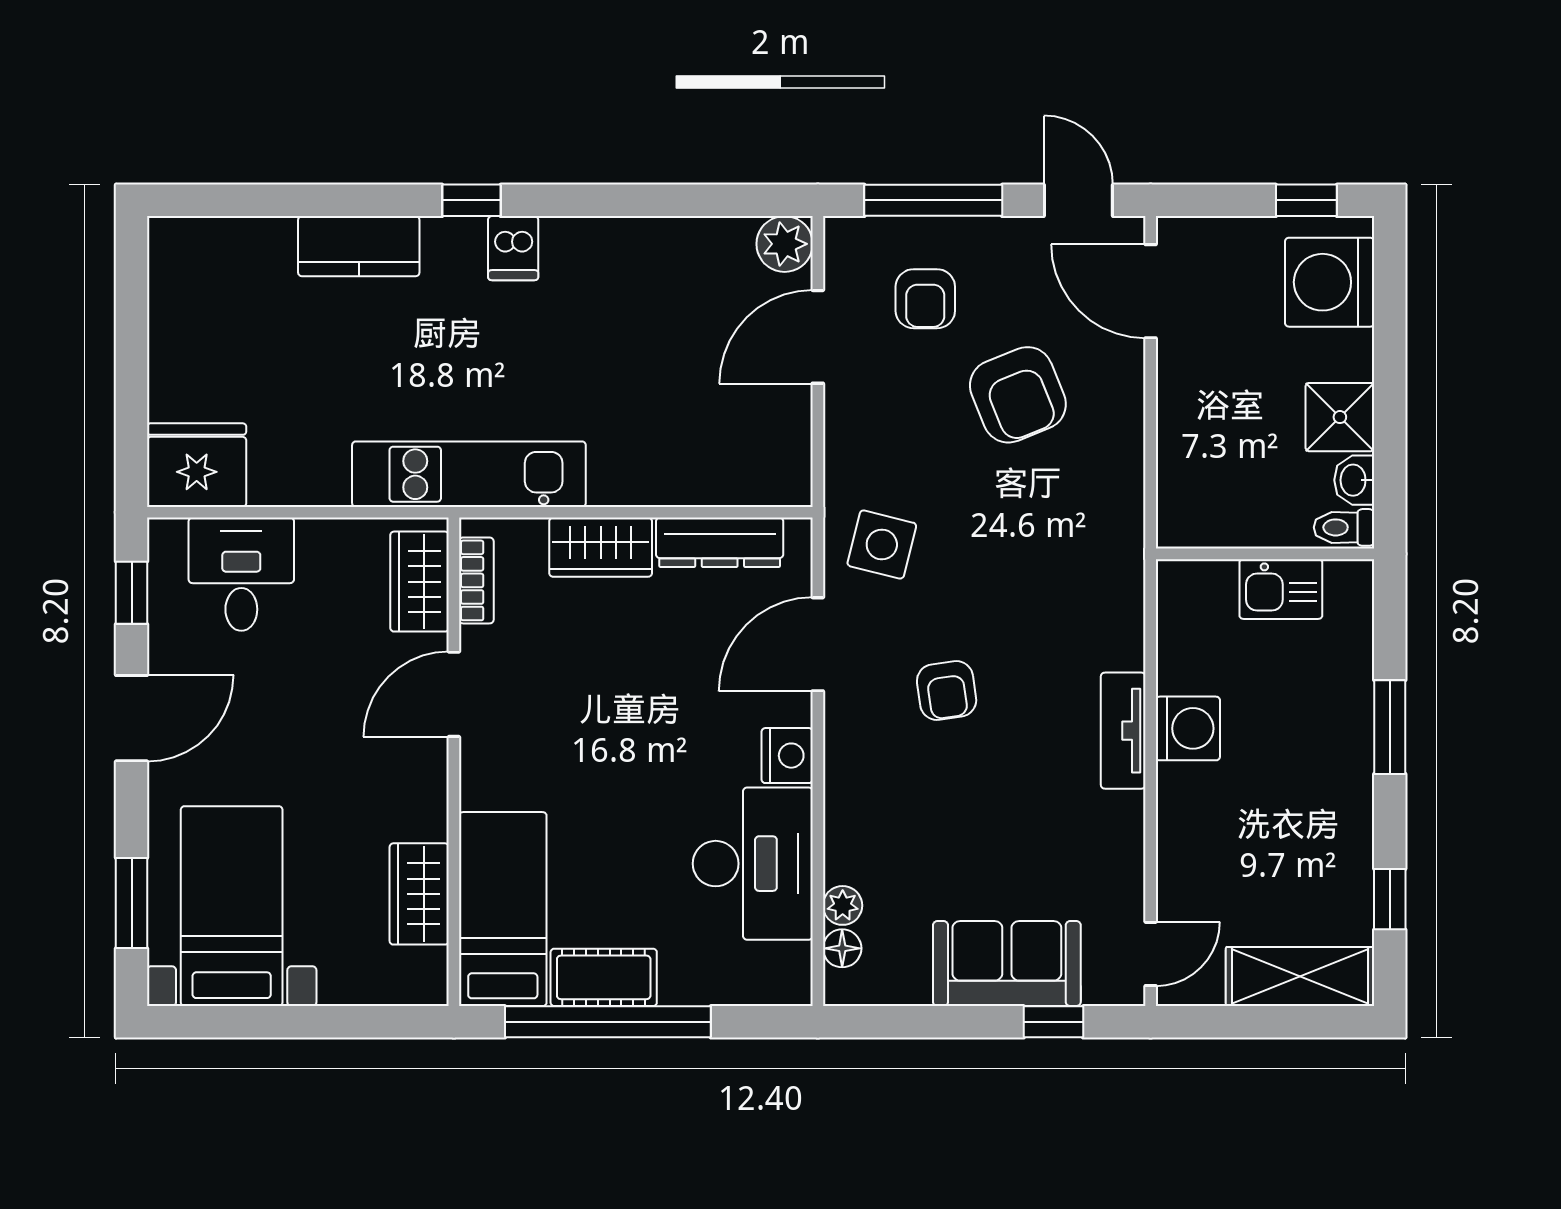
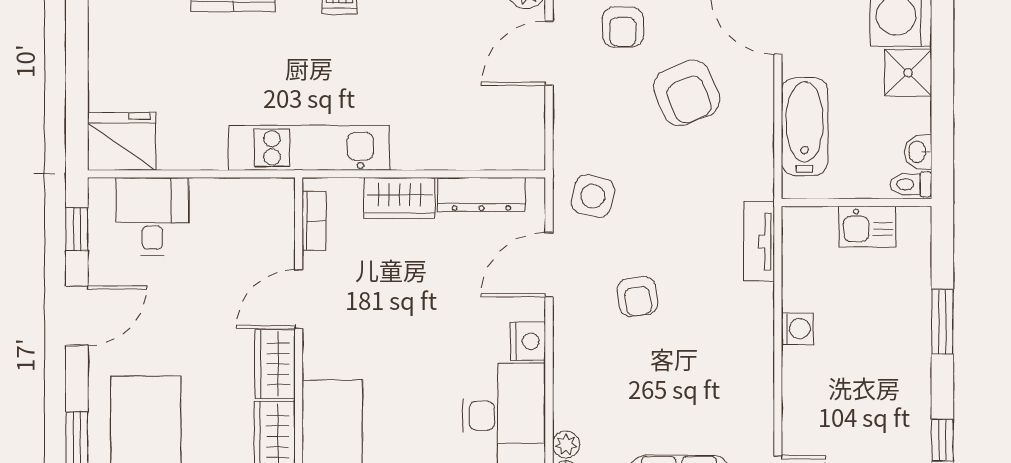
shower: (1340, 417) -> (908, 73), moved
bathtub: (1189, 443) -> (805, 127), added
wardrobe: (420, 582) -> (275, 364), moved
washing machine: (1188, 728) -> (797, 329), width x0.73, depth x0.73
tv unit: (1123, 731) -> (759, 241), moved

